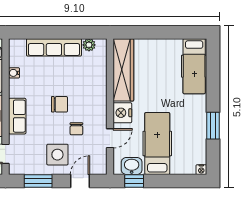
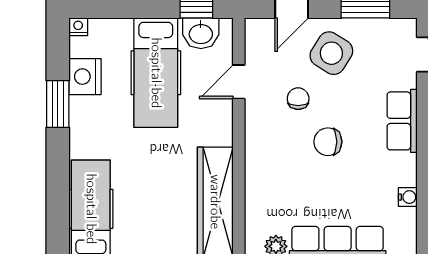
nightstand: (122, 113) -> (85, 77), moved, turned 180
side table: (57, 155) -> (331, 53), turned 32

